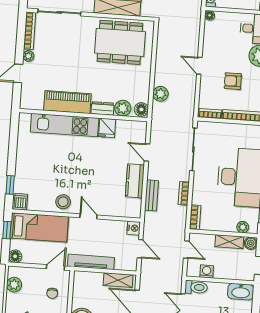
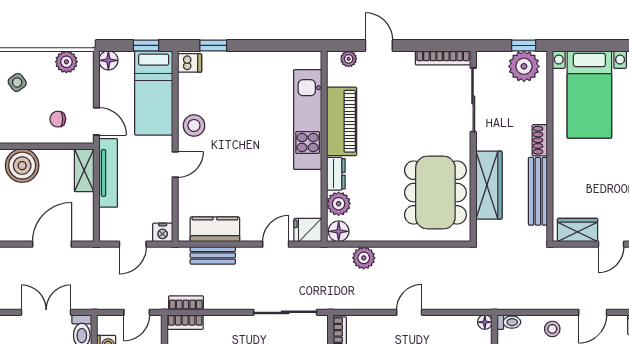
plant: (28, 56) -> (349, 59), moved
fridge: (107, 128) -> (308, 230), moved
kitchen counter: (135, 181) -> (215, 229), moved
bookcase: (184, 193) -> (186, 303), moved
shelving: (118, 280) -> (84, 170), moved

